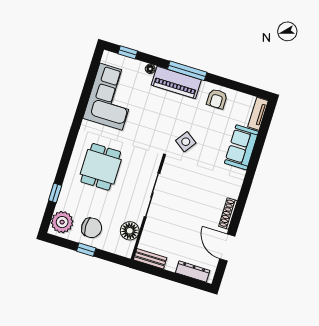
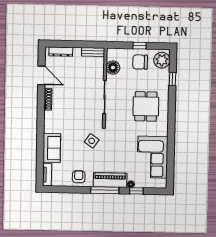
window: (128, 52) -> (136, 191), moved

